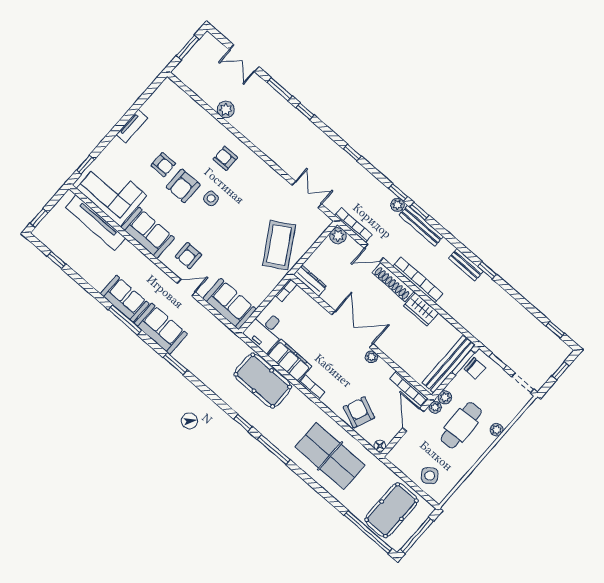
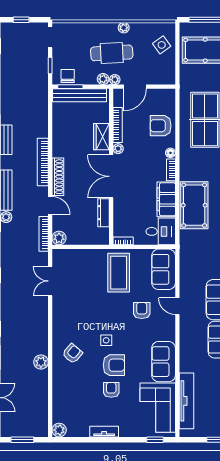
plant: (168, 87) -> (59, 430), added
plant: (226, 110) -> (41, 362), moved
armchair: (225, 158) -> (72, 354), turned -140
coffee table: (279, 245) -> (119, 273), moved, turned -59
armchair: (189, 256) -> (142, 311), moved, turned -90
dresser: (310, 281) -> (104, 213), moved
wardrobe: (421, 309) -> (101, 137), moved, turned 180
bookcase: (409, 388) -> (118, 125), moved
armchair: (359, 412) -> (161, 126), turned 67
plant: (497, 430) -> (124, 28), moved
floor lamp: (380, 446) -> (170, 153), moved

